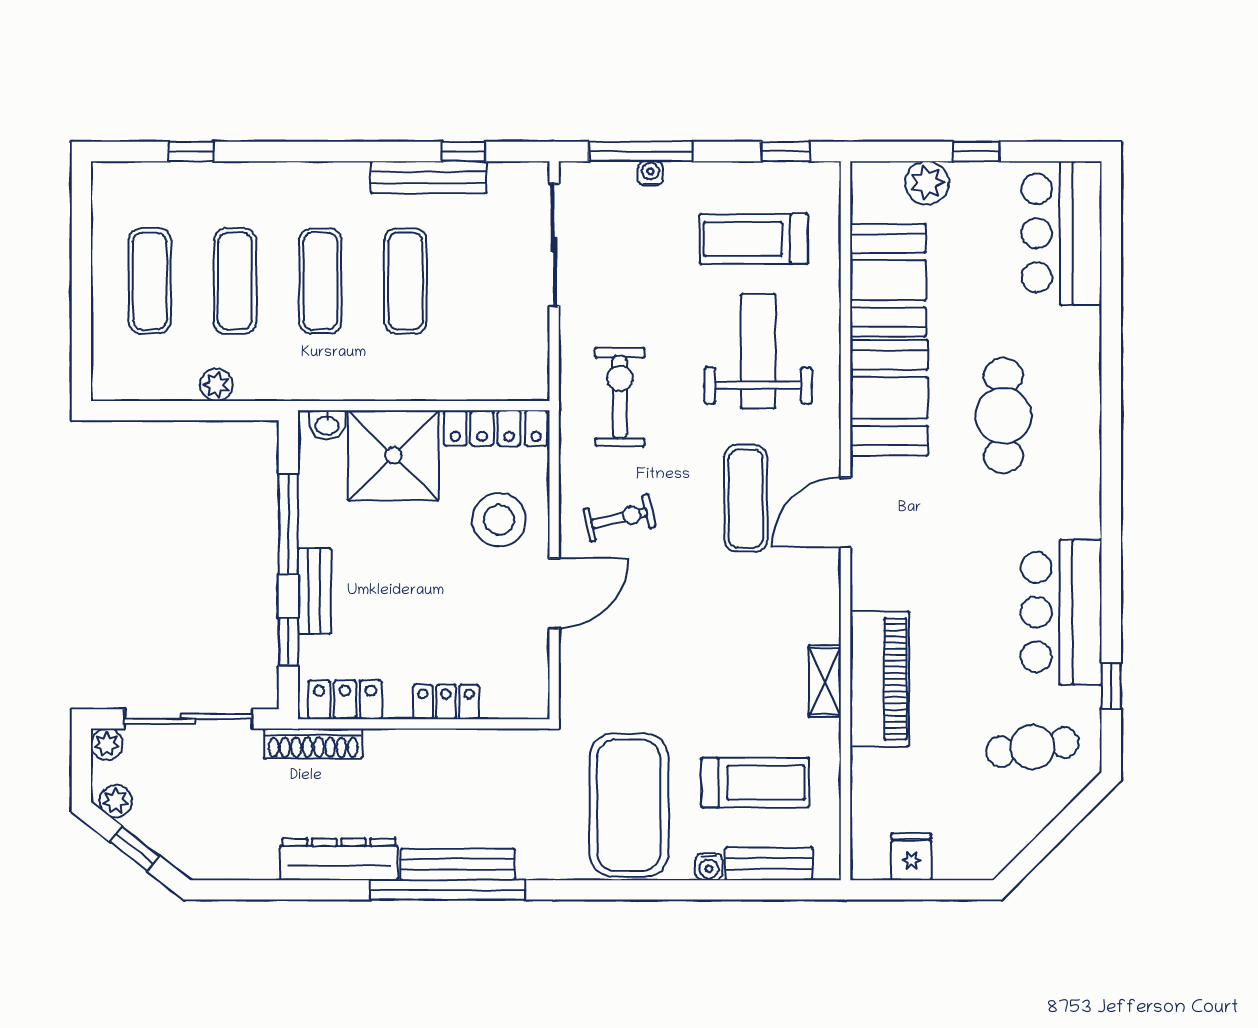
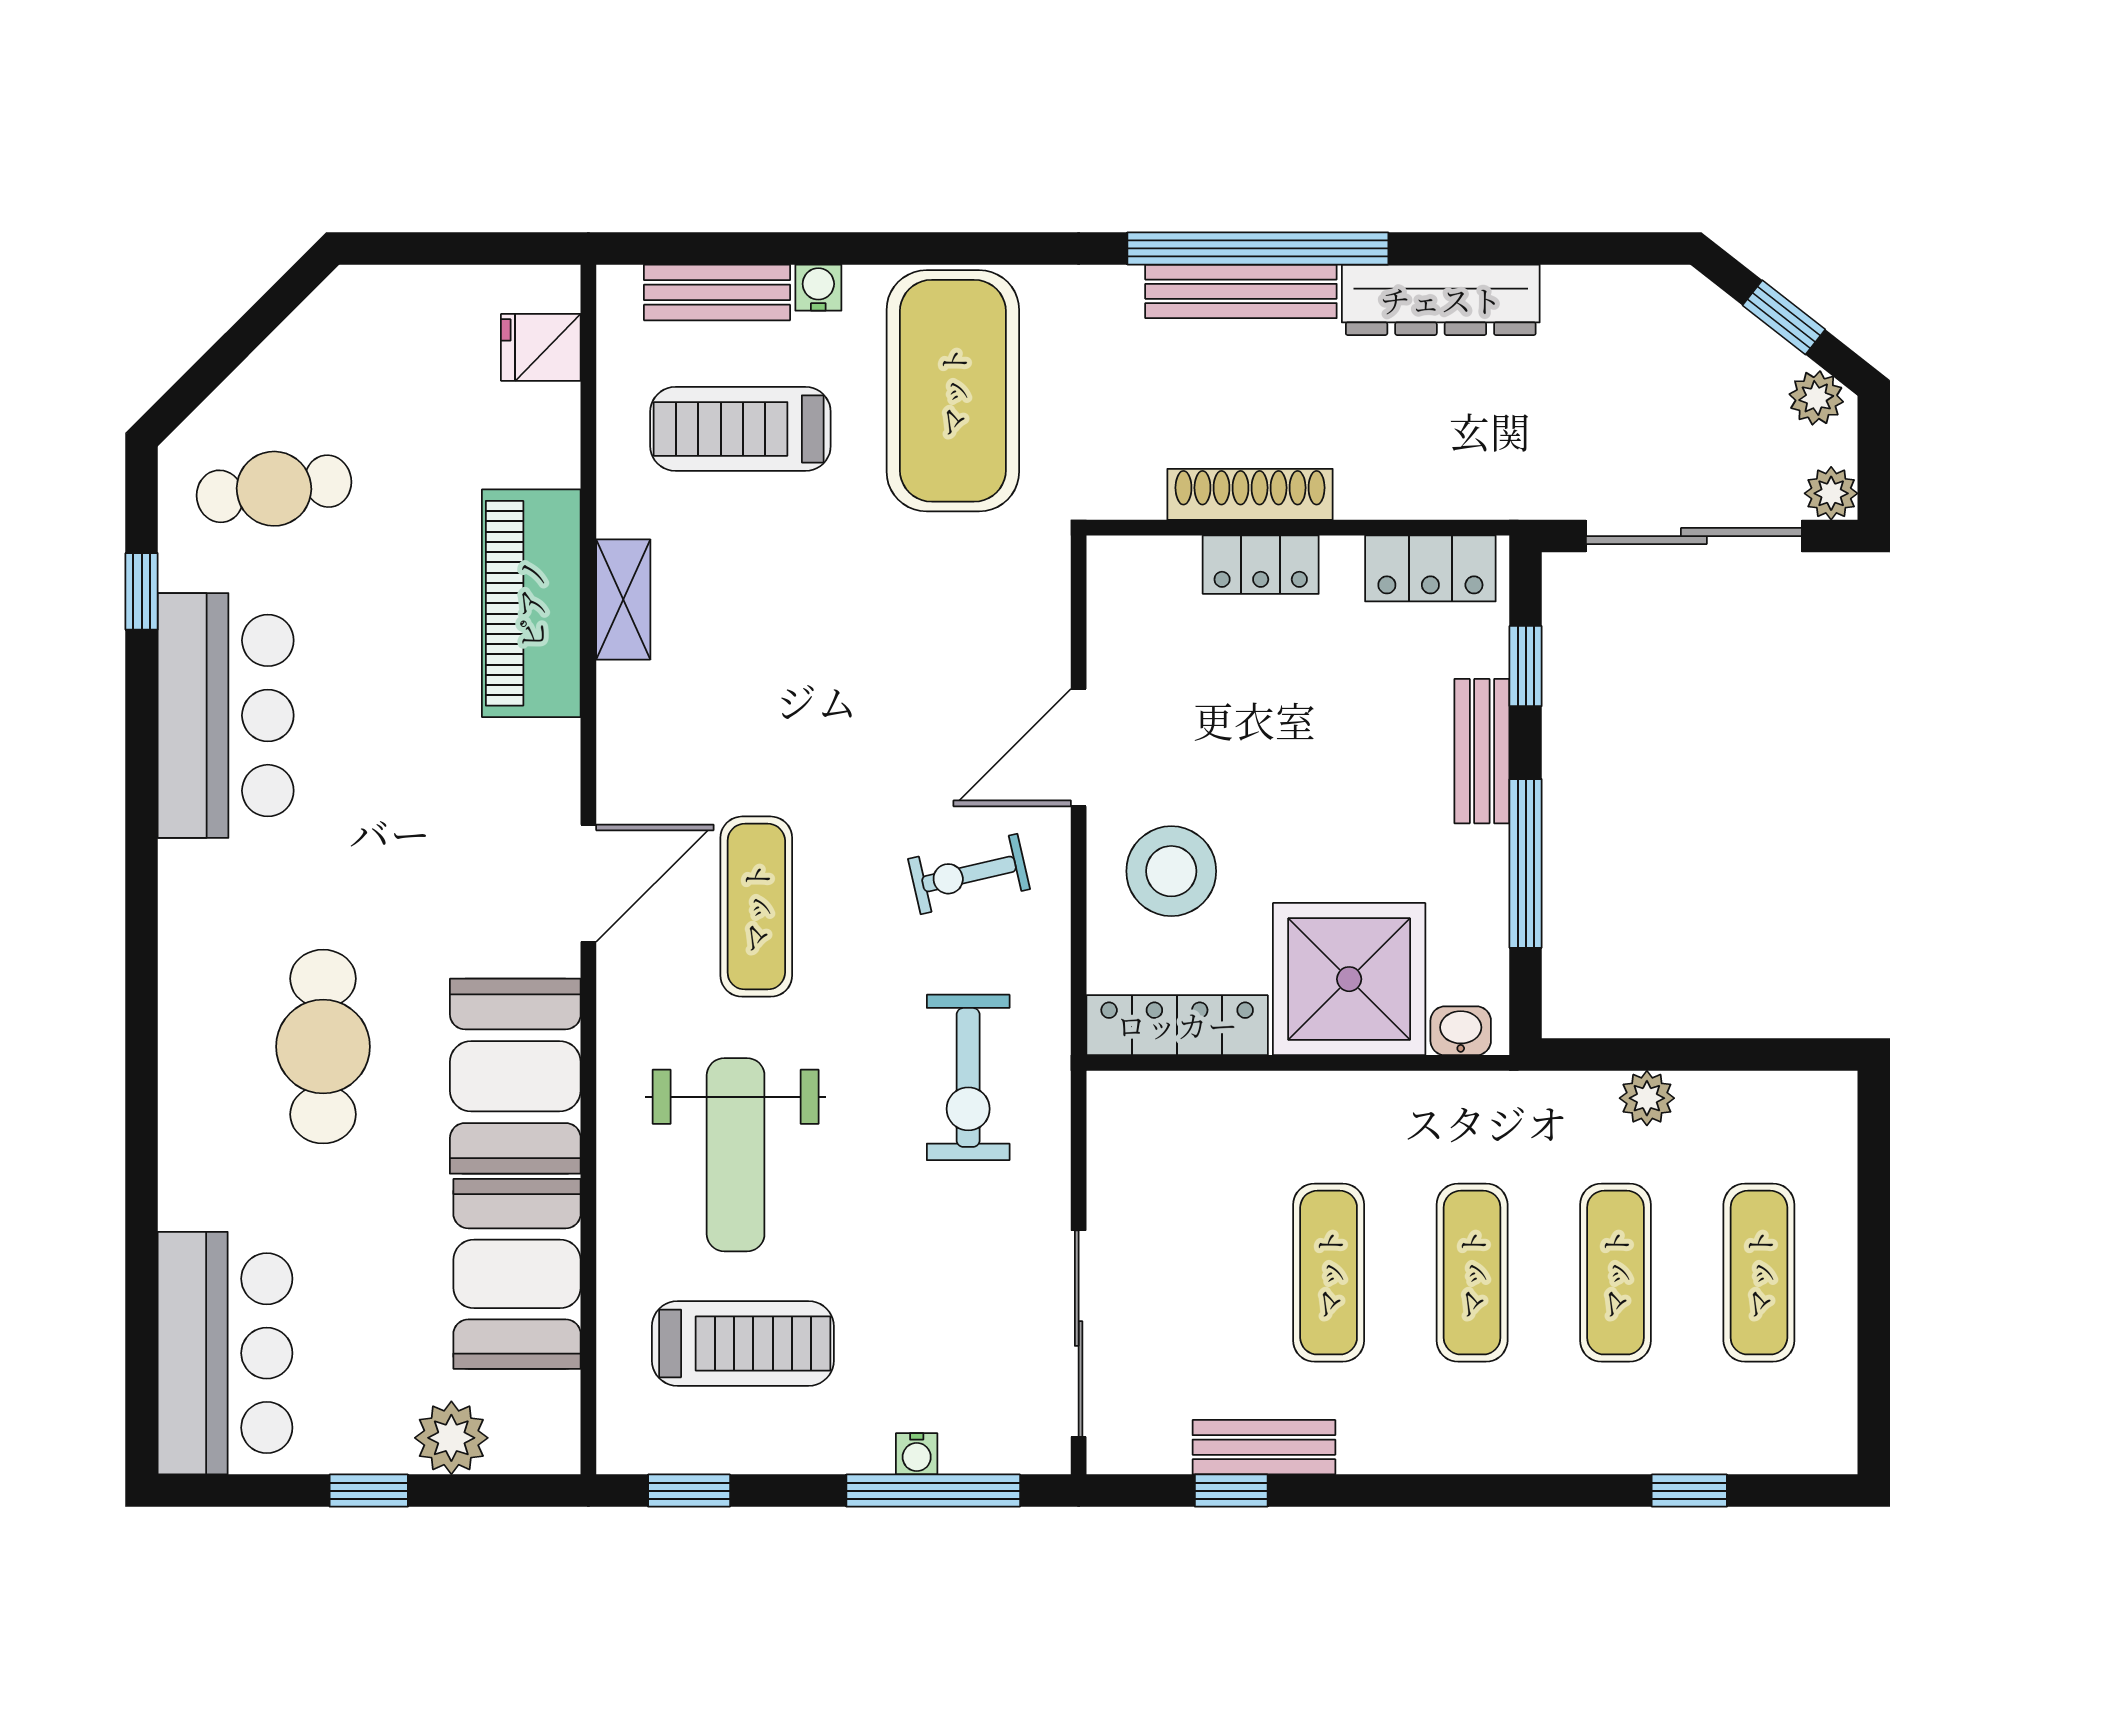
bench: (428, 177) -> (1264, 1447), width x0.73
shoe rack: (313, 744) -> (1250, 494), moved
fridge: (911, 857) -> (541, 347), moved, turned 90

